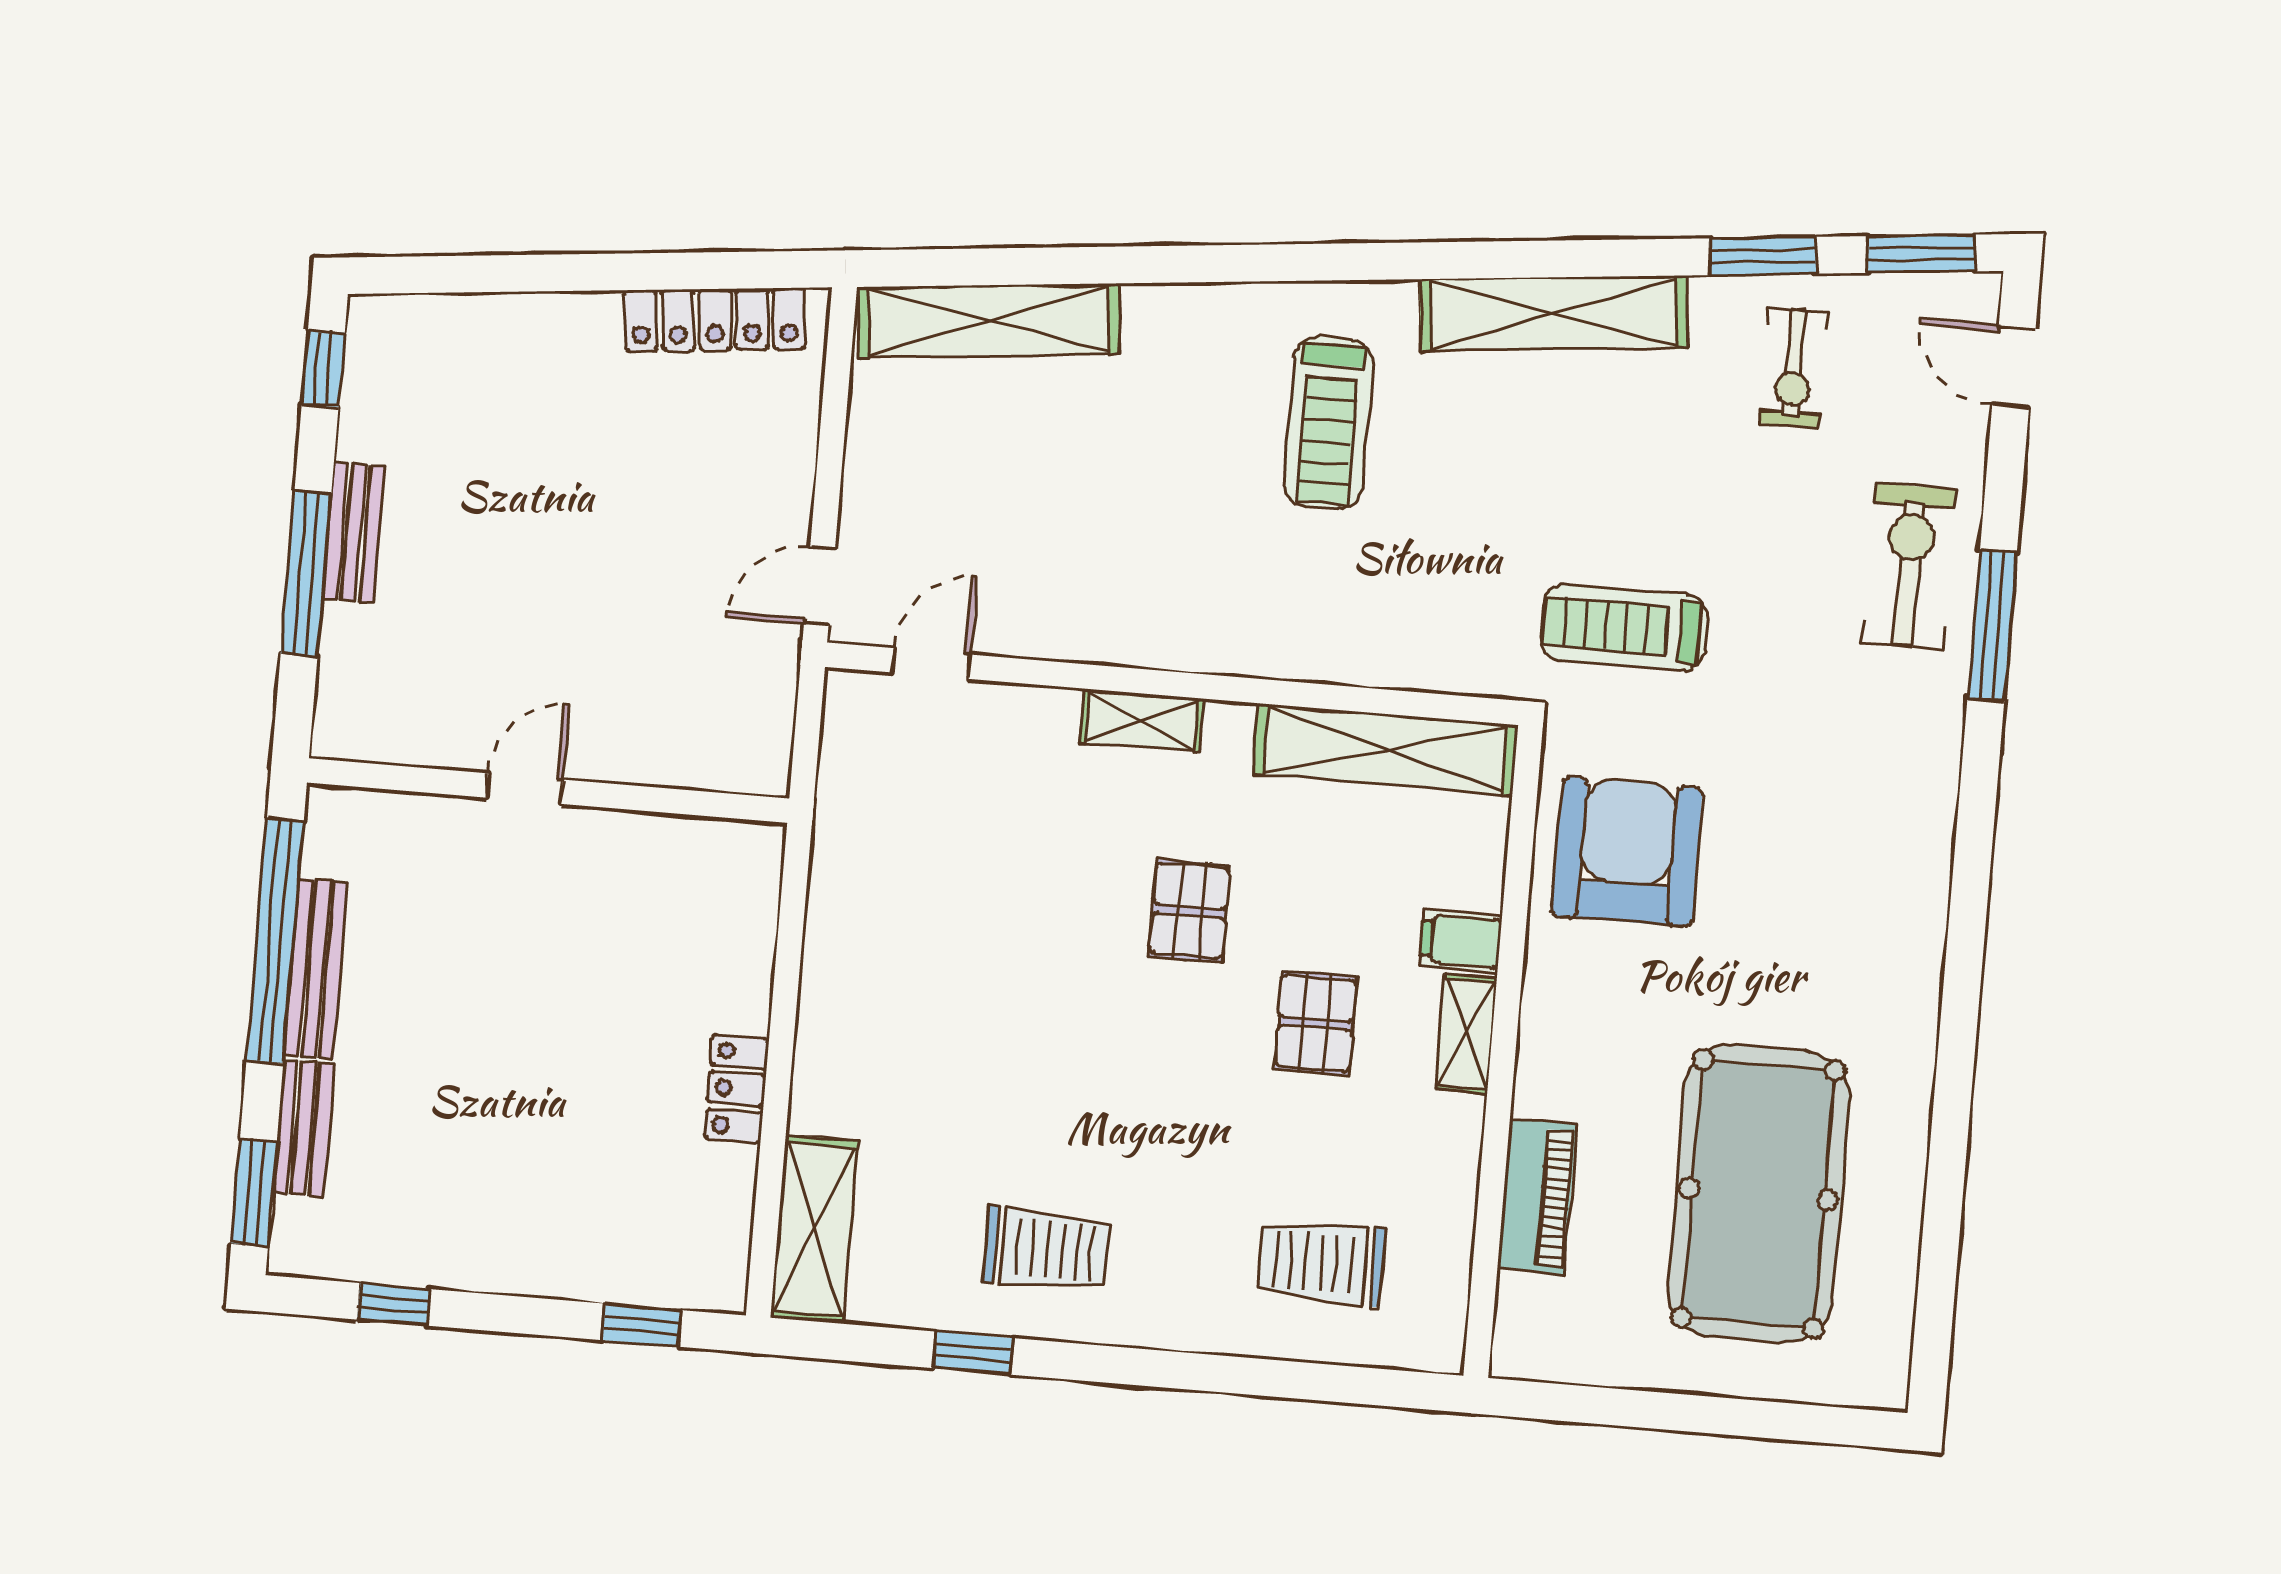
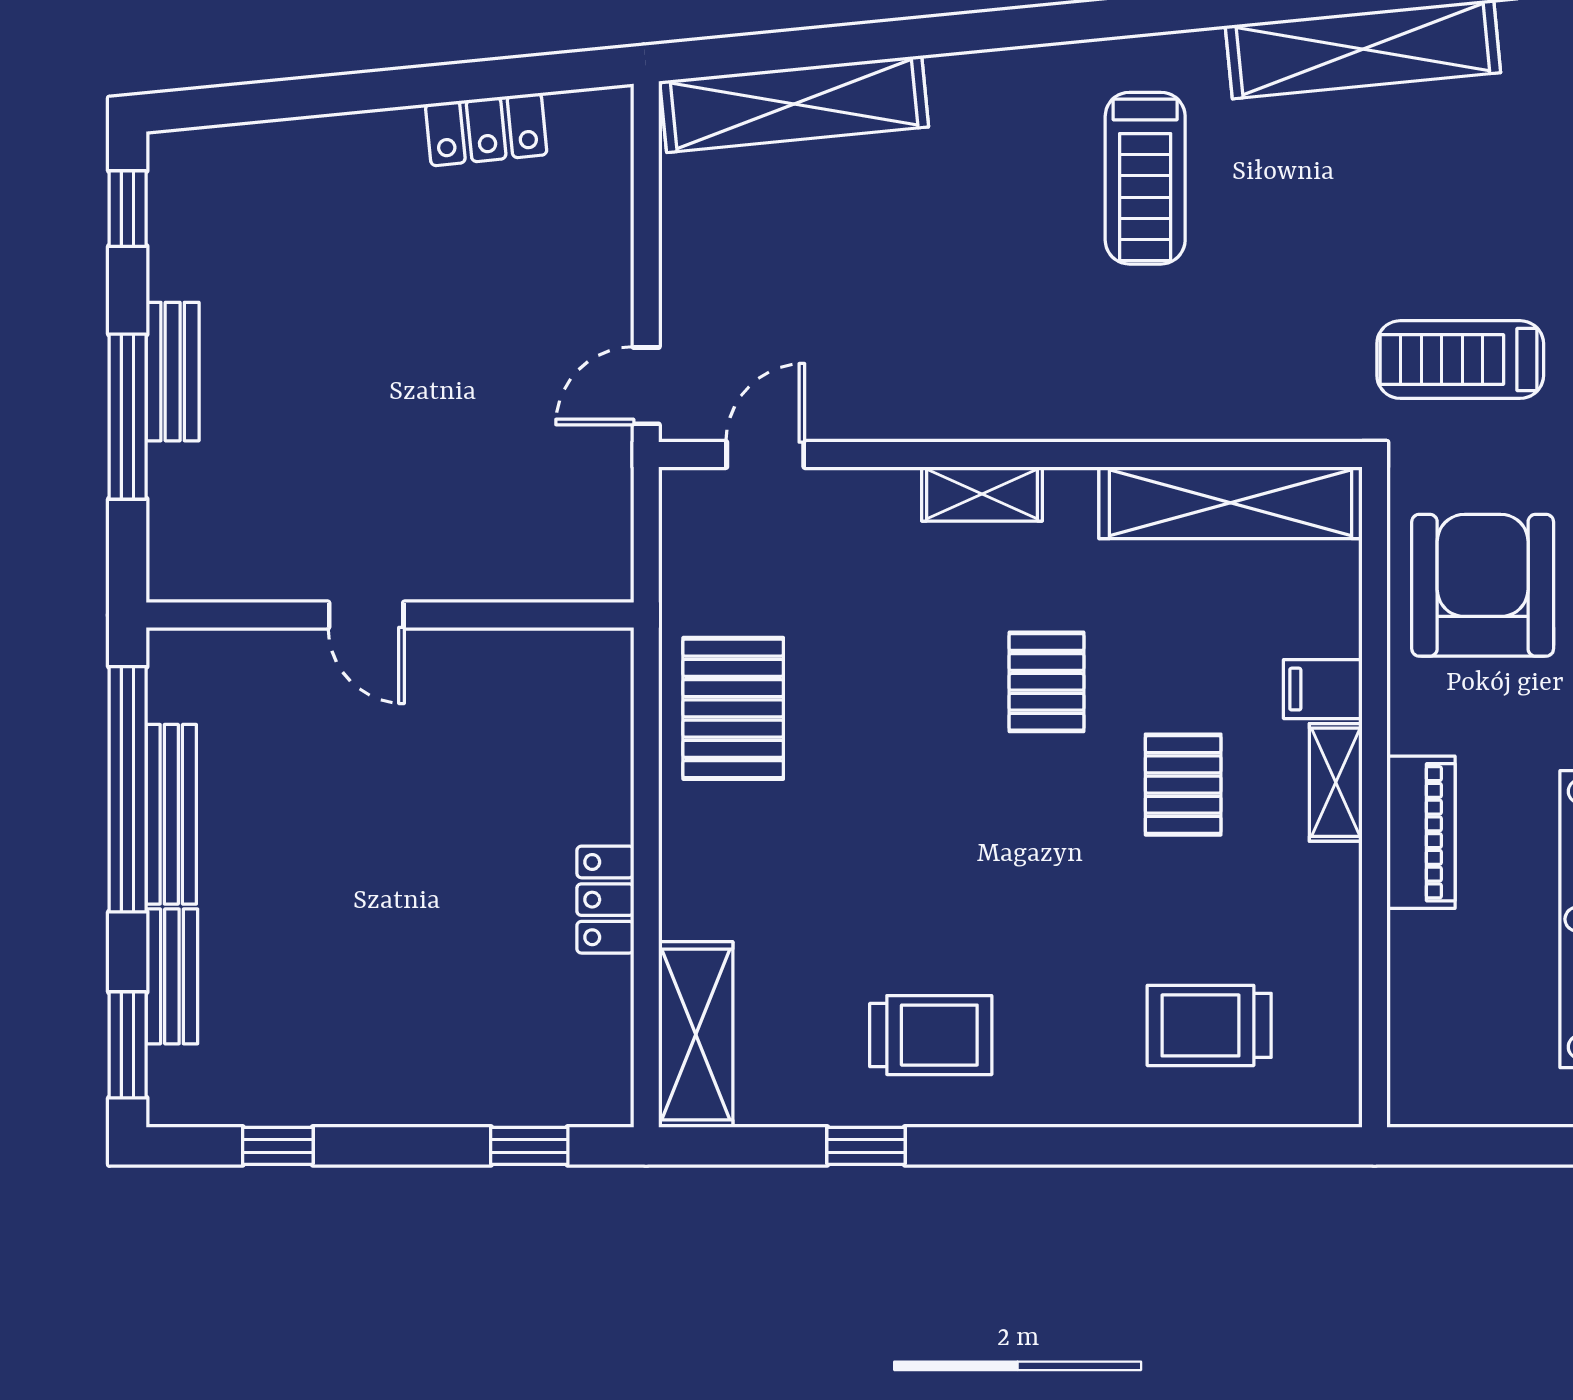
locker: (715, 320) -> (486, 129), width x0.66
door: (525, 789) -> (366, 615), swing flipped
pallet: (878, 911) -> (733, 708), added
piano: (1537, 1196) -> (1421, 832), moved

